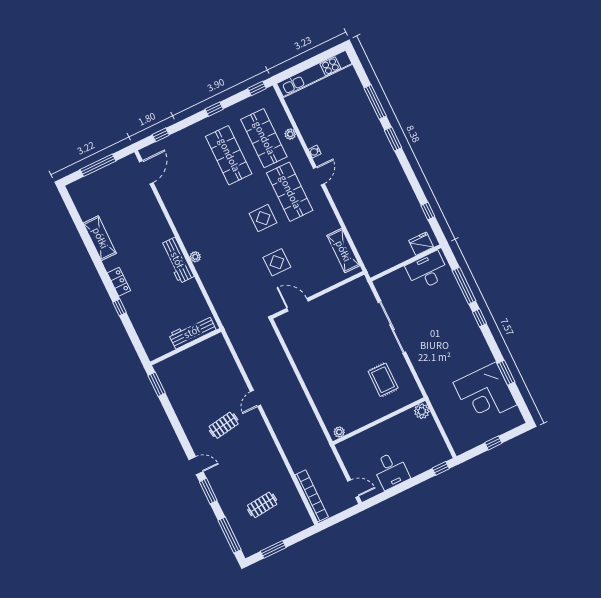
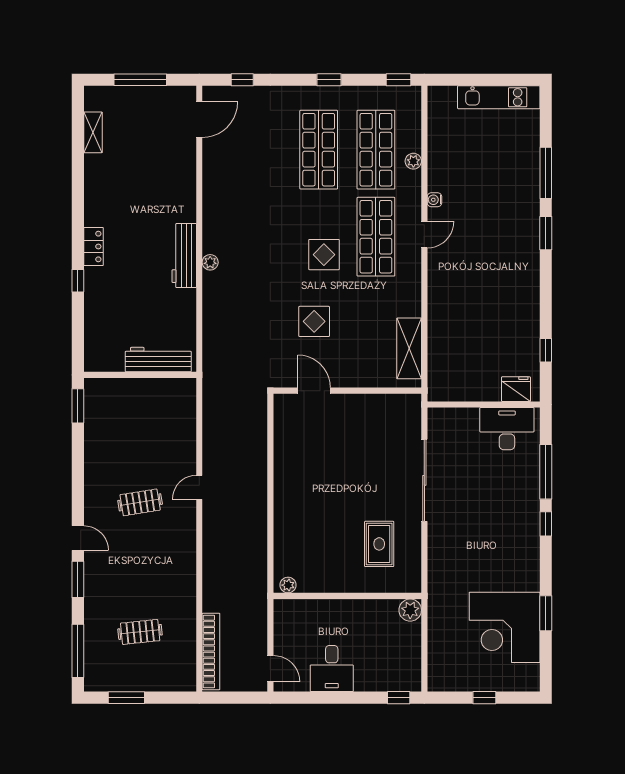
kitchen unit: (315, 74) -> (499, 97), width x0.73
shelving: (100, 238) -> (93, 132), moved, width x0.67, depth x0.75

